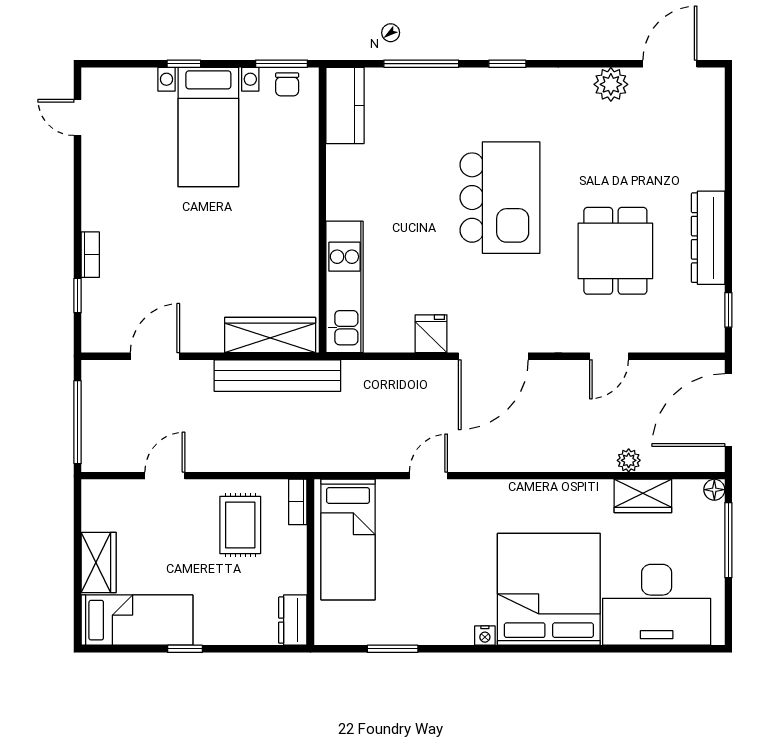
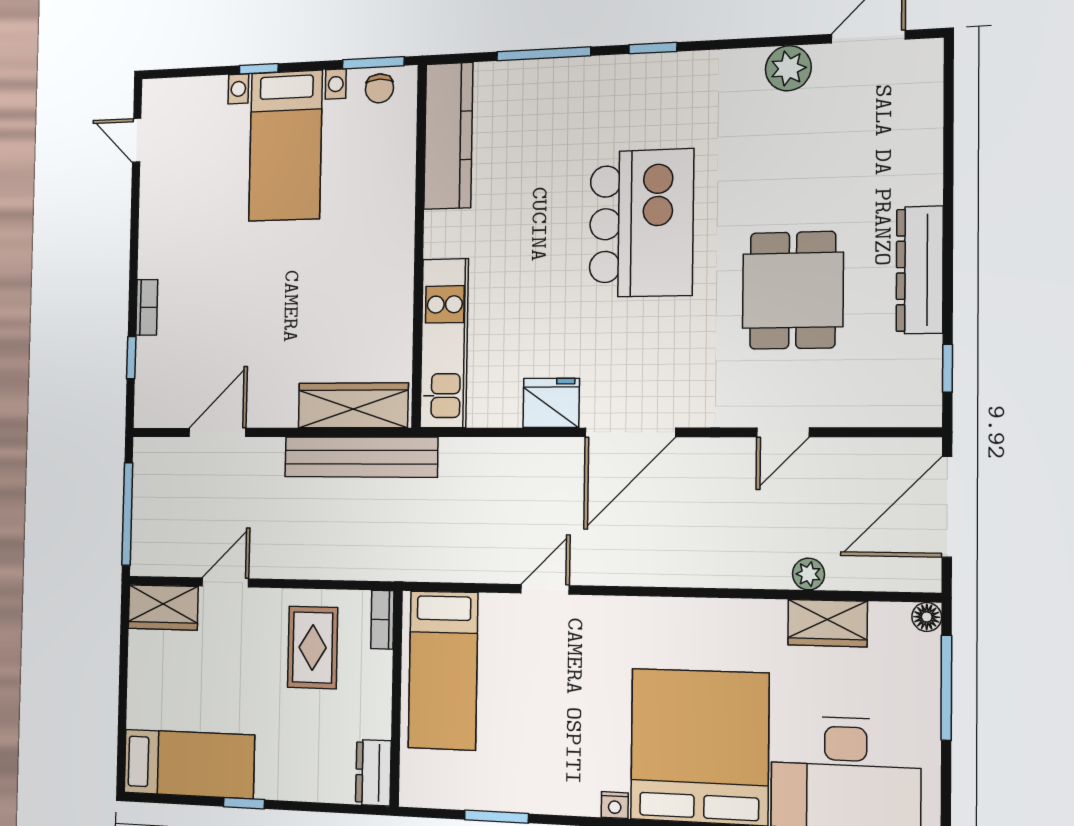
kitchen counter: (345, 105) -> (448, 136), width x1.50
fridge: (431, 334) -> (551, 403), width x1.38
wardrobe: (99, 562) -> (163, 607), moved, turned 90

